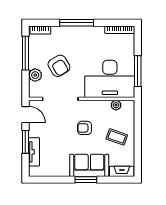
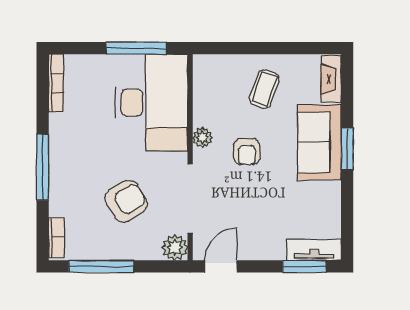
plant: (35, 75) -> (175, 248), moved
plant: (116, 105) -> (203, 137), moved
window: (25, 142) -> (304, 266), moved
tv unit: (34, 152) -> (314, 250), moved

